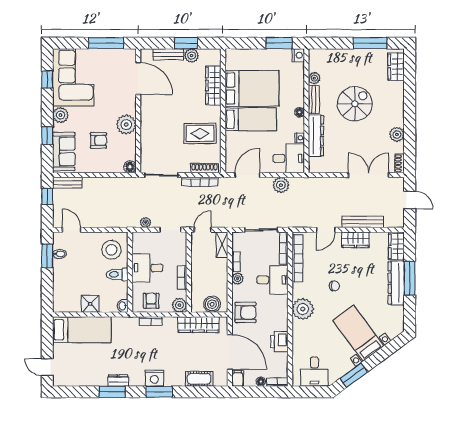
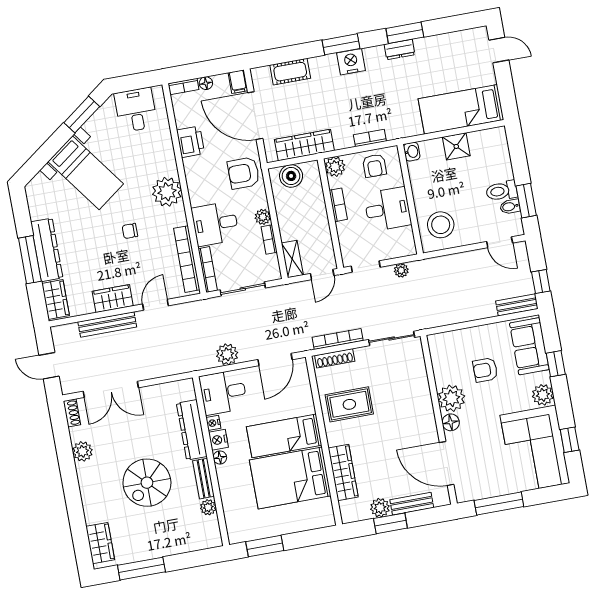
nightstand: (298, 55) -> (218, 440), moved
floor lamp: (130, 167) -> (451, 422), moved
toilet: (117, 274) -> (502, 191), moved, turned 180

